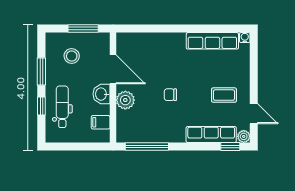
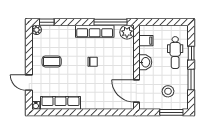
window: (83, 29) -> (171, 112), moved
door: (113, 69) -> (136, 91), moved
plant: (125, 100) -> (127, 32), moved
door: (254, 114) -> (29, 83), moved
row of seats: (211, 135) -> (95, 31), moved

